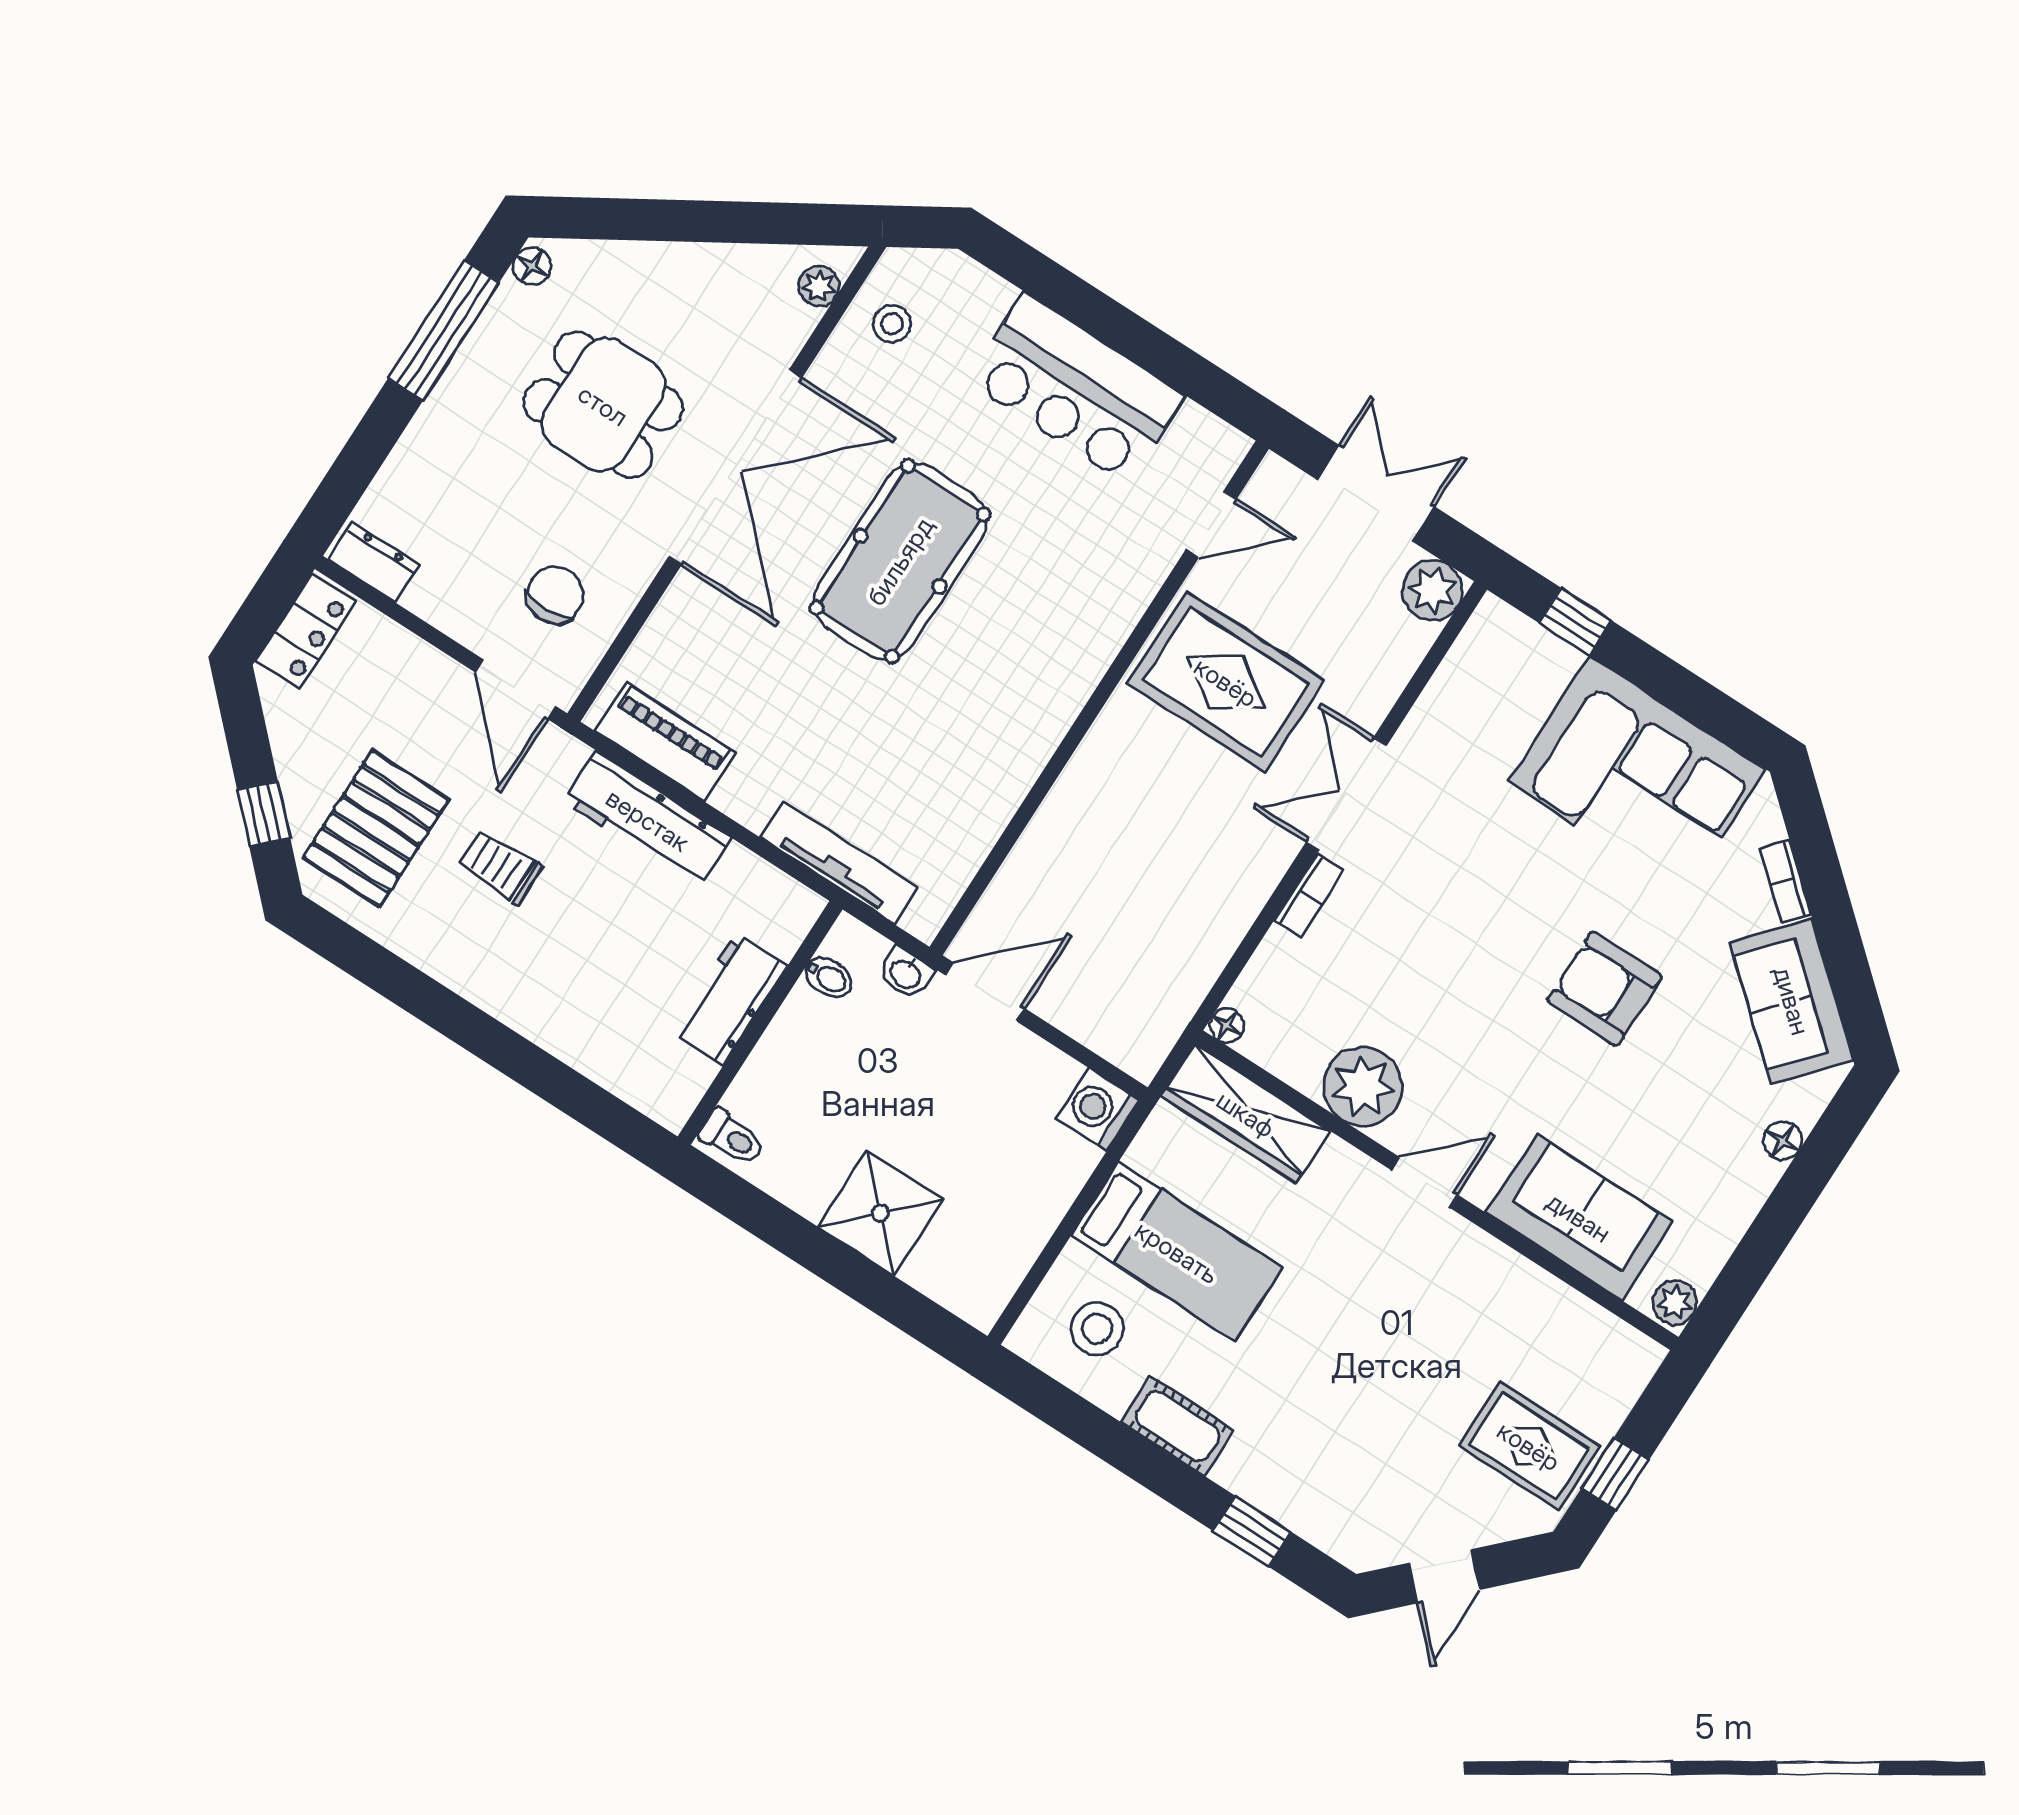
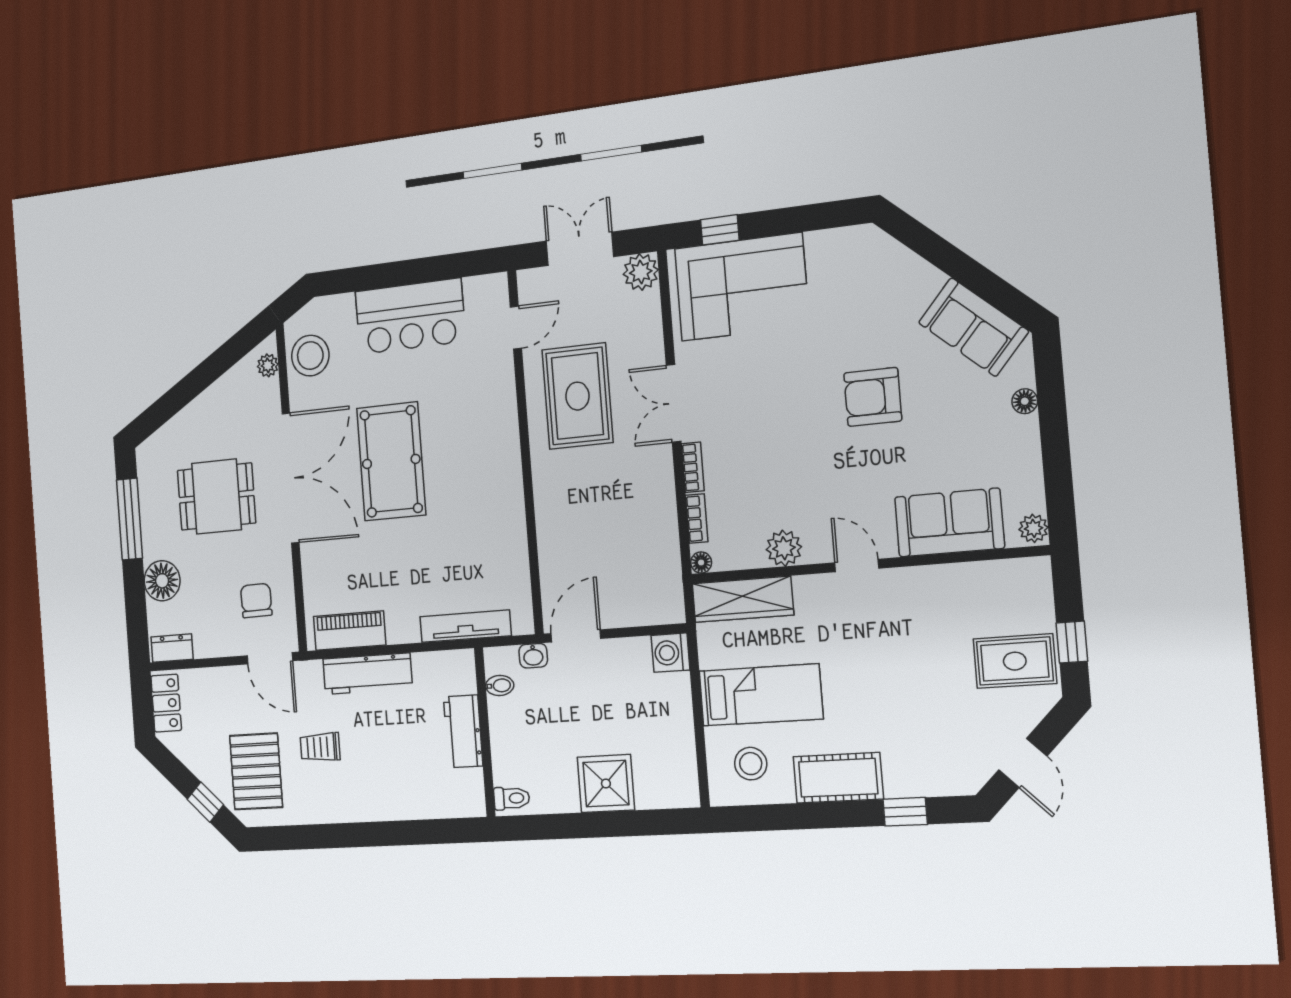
floor lamp: (532, 266) -> (162, 581), moved, width x1.89, depth x1.89
stool: (892, 324) -> (310, 356), width x1.89, depth x1.89
rug: (1226, 682) -> (577, 396), turned 90
corner sofa: (1637, 775) -> (742, 287), moved
bookcase: (1785, 881) -> (697, 518), moved, turned -131
plant: (1363, 1087) -> (784, 548), width x0.73, depth x0.73
door: (1424, 1182) -> (857, 566), hinge flipped
cot: (1178, 1426) -> (838, 778), width x1.37, depth x1.34

